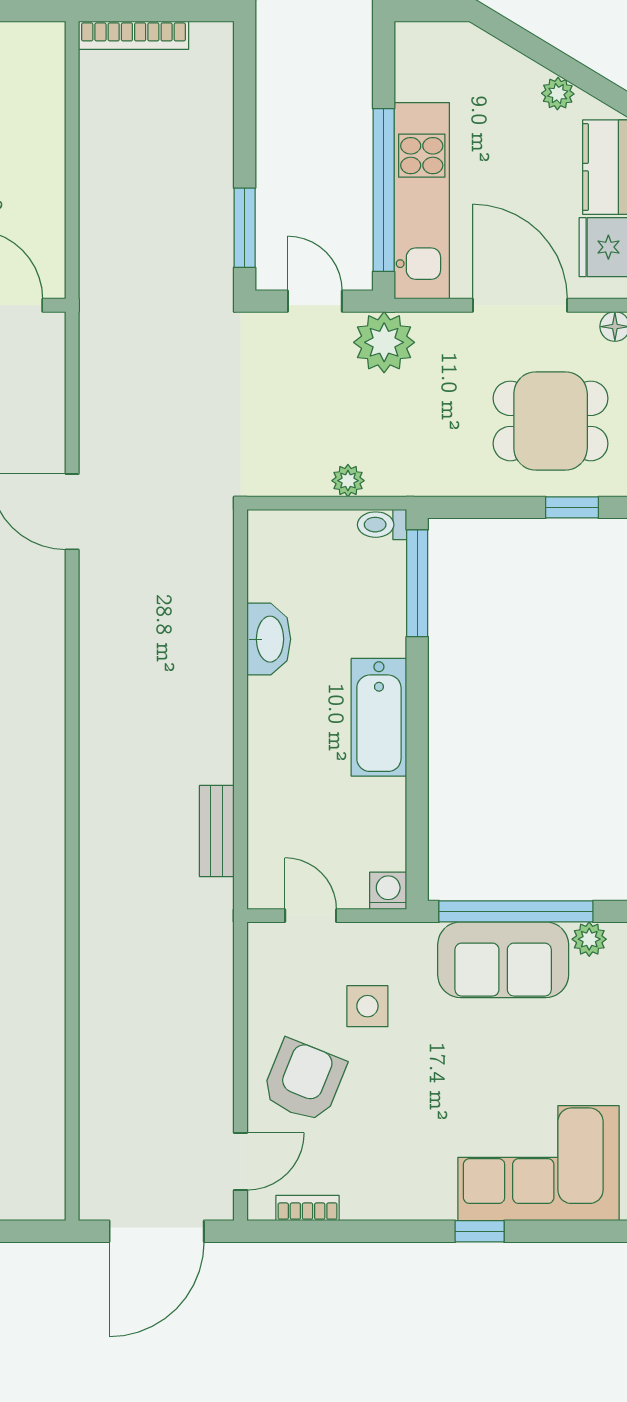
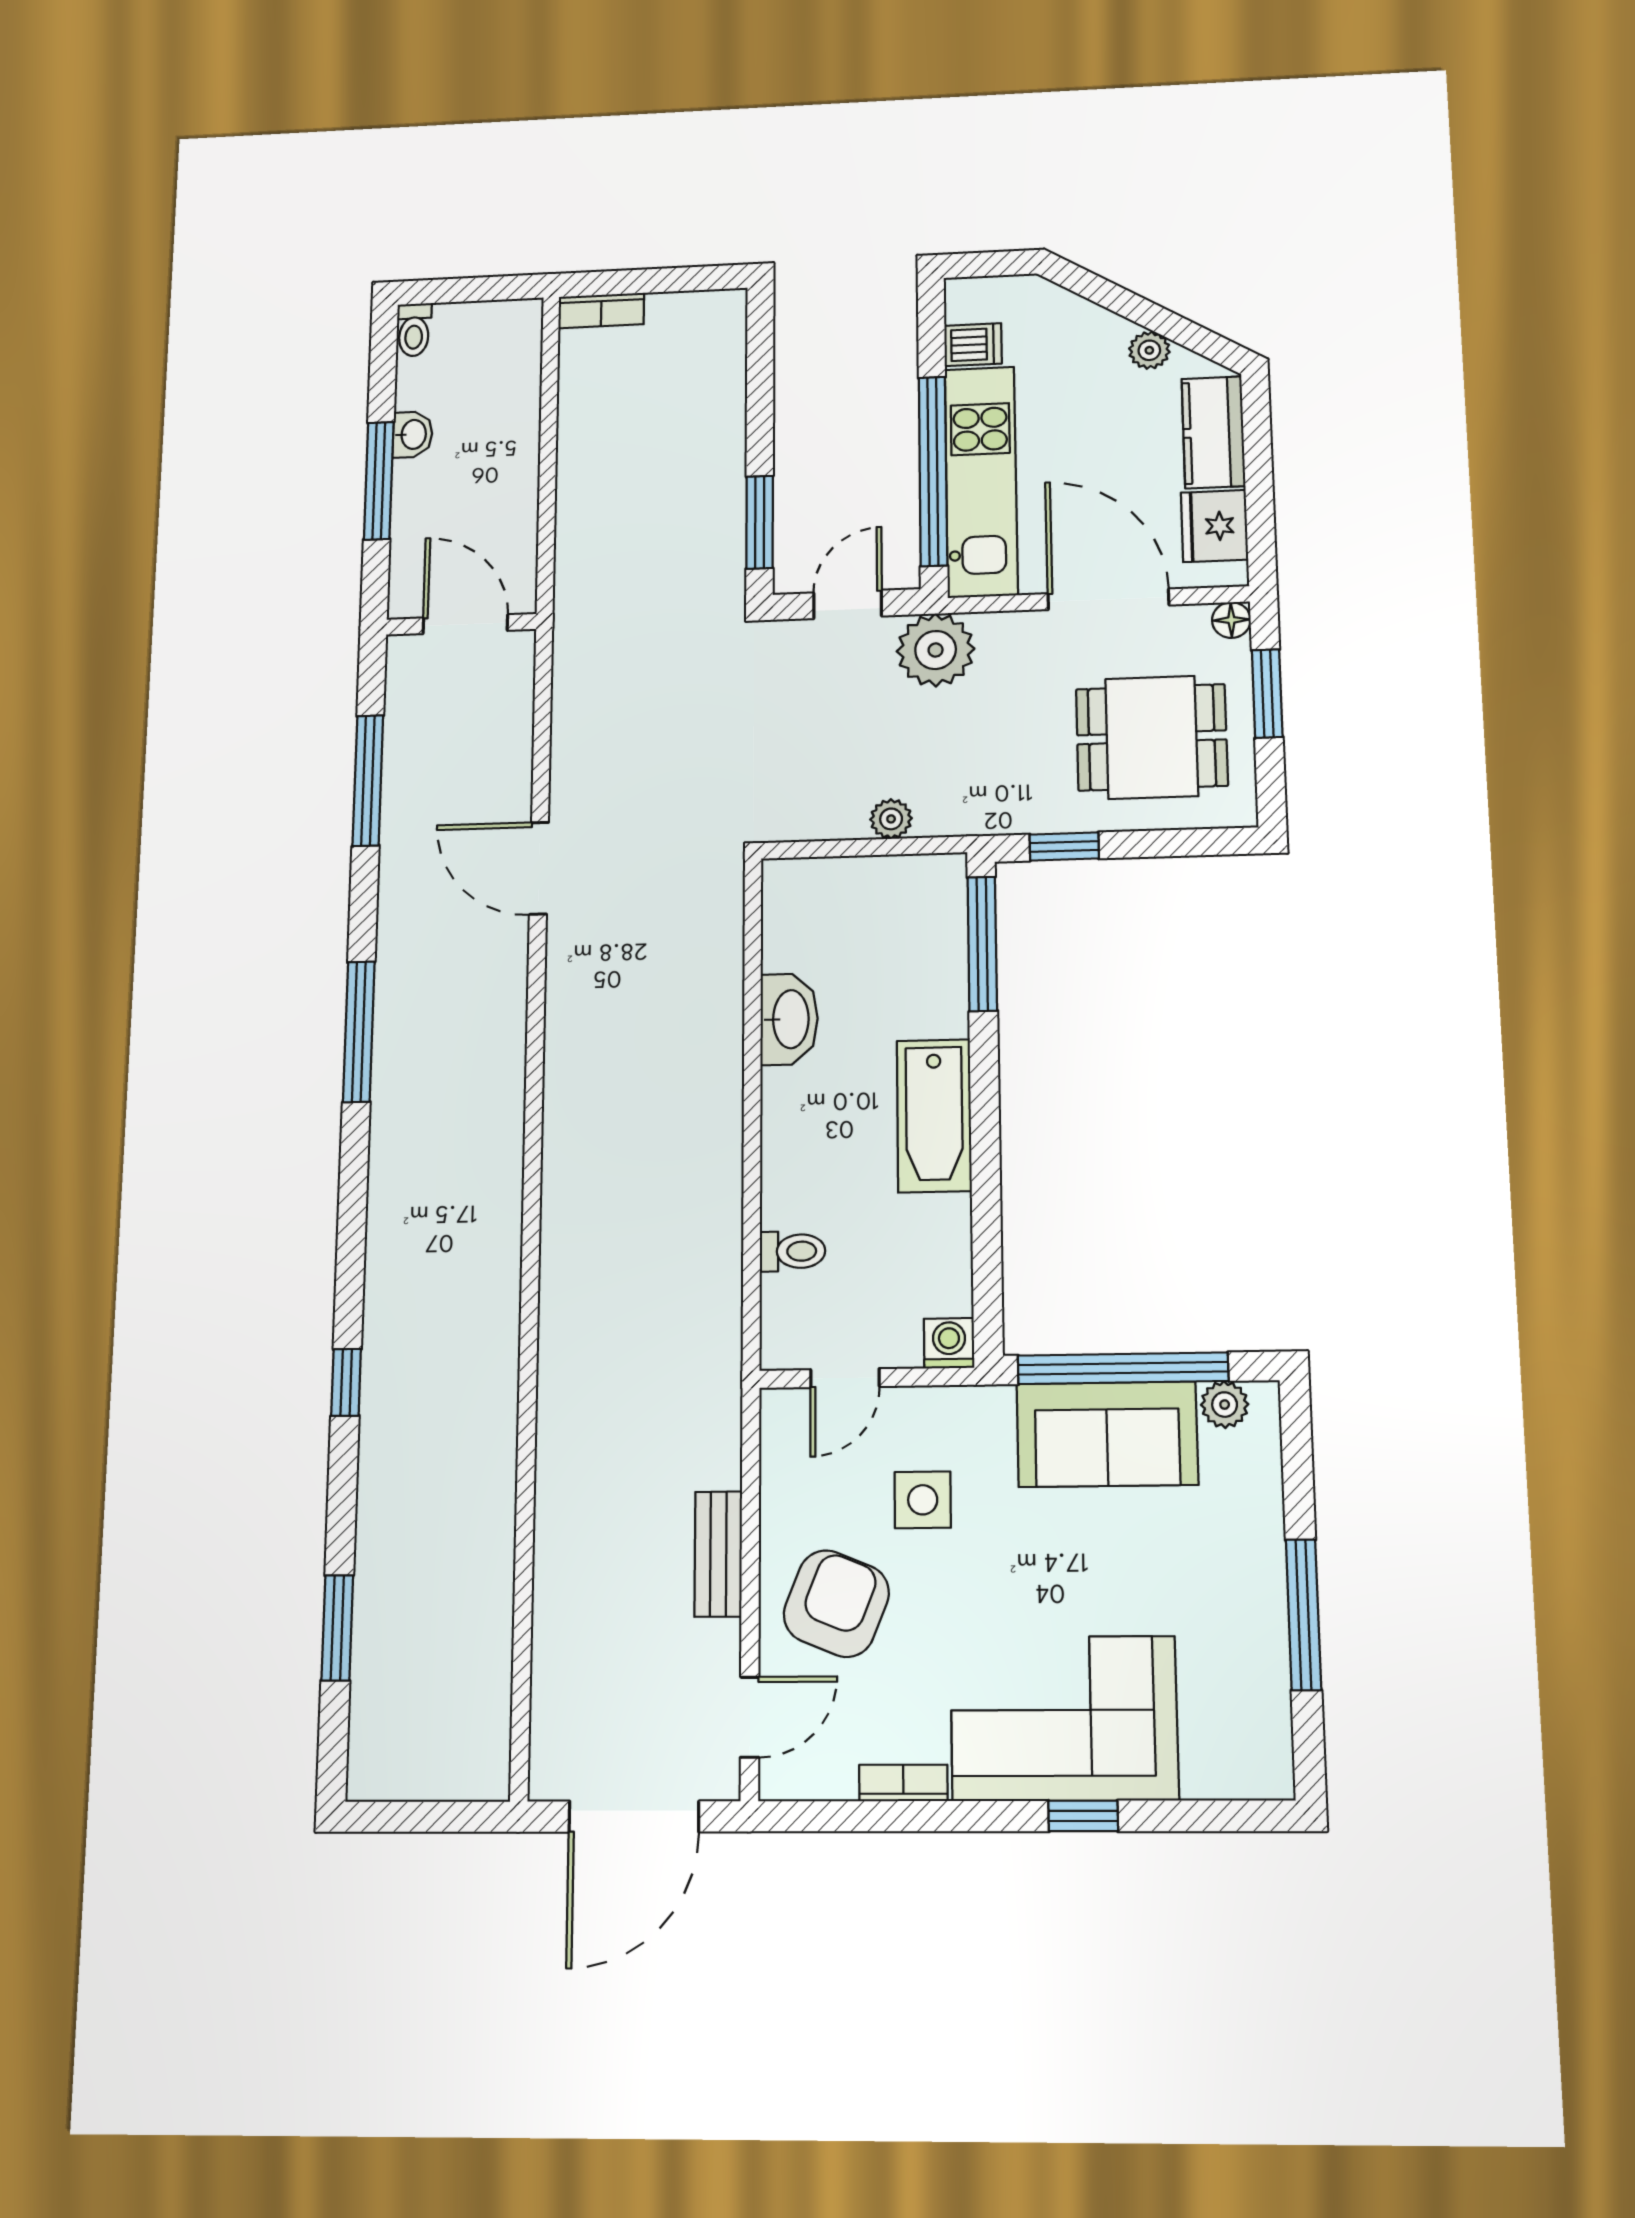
bookcase: (134, 35) -> (601, 310), width x0.64
dishwasher: (417, 81) -> (973, 345), added
door: (315, 301) -> (848, 604), hinge flipped
window: (572, 507) -> (1064, 846), moved
toilet: (382, 525) -> (793, 1251), moved, turned 180
bench: (217, 831) -> (718, 1554), moved
door: (311, 916) -> (845, 1378), swing flipped
corner sofa: (539, 1163) -> (1064, 1718), moved
bookcase: (308, 1208) -> (903, 1783), moved

